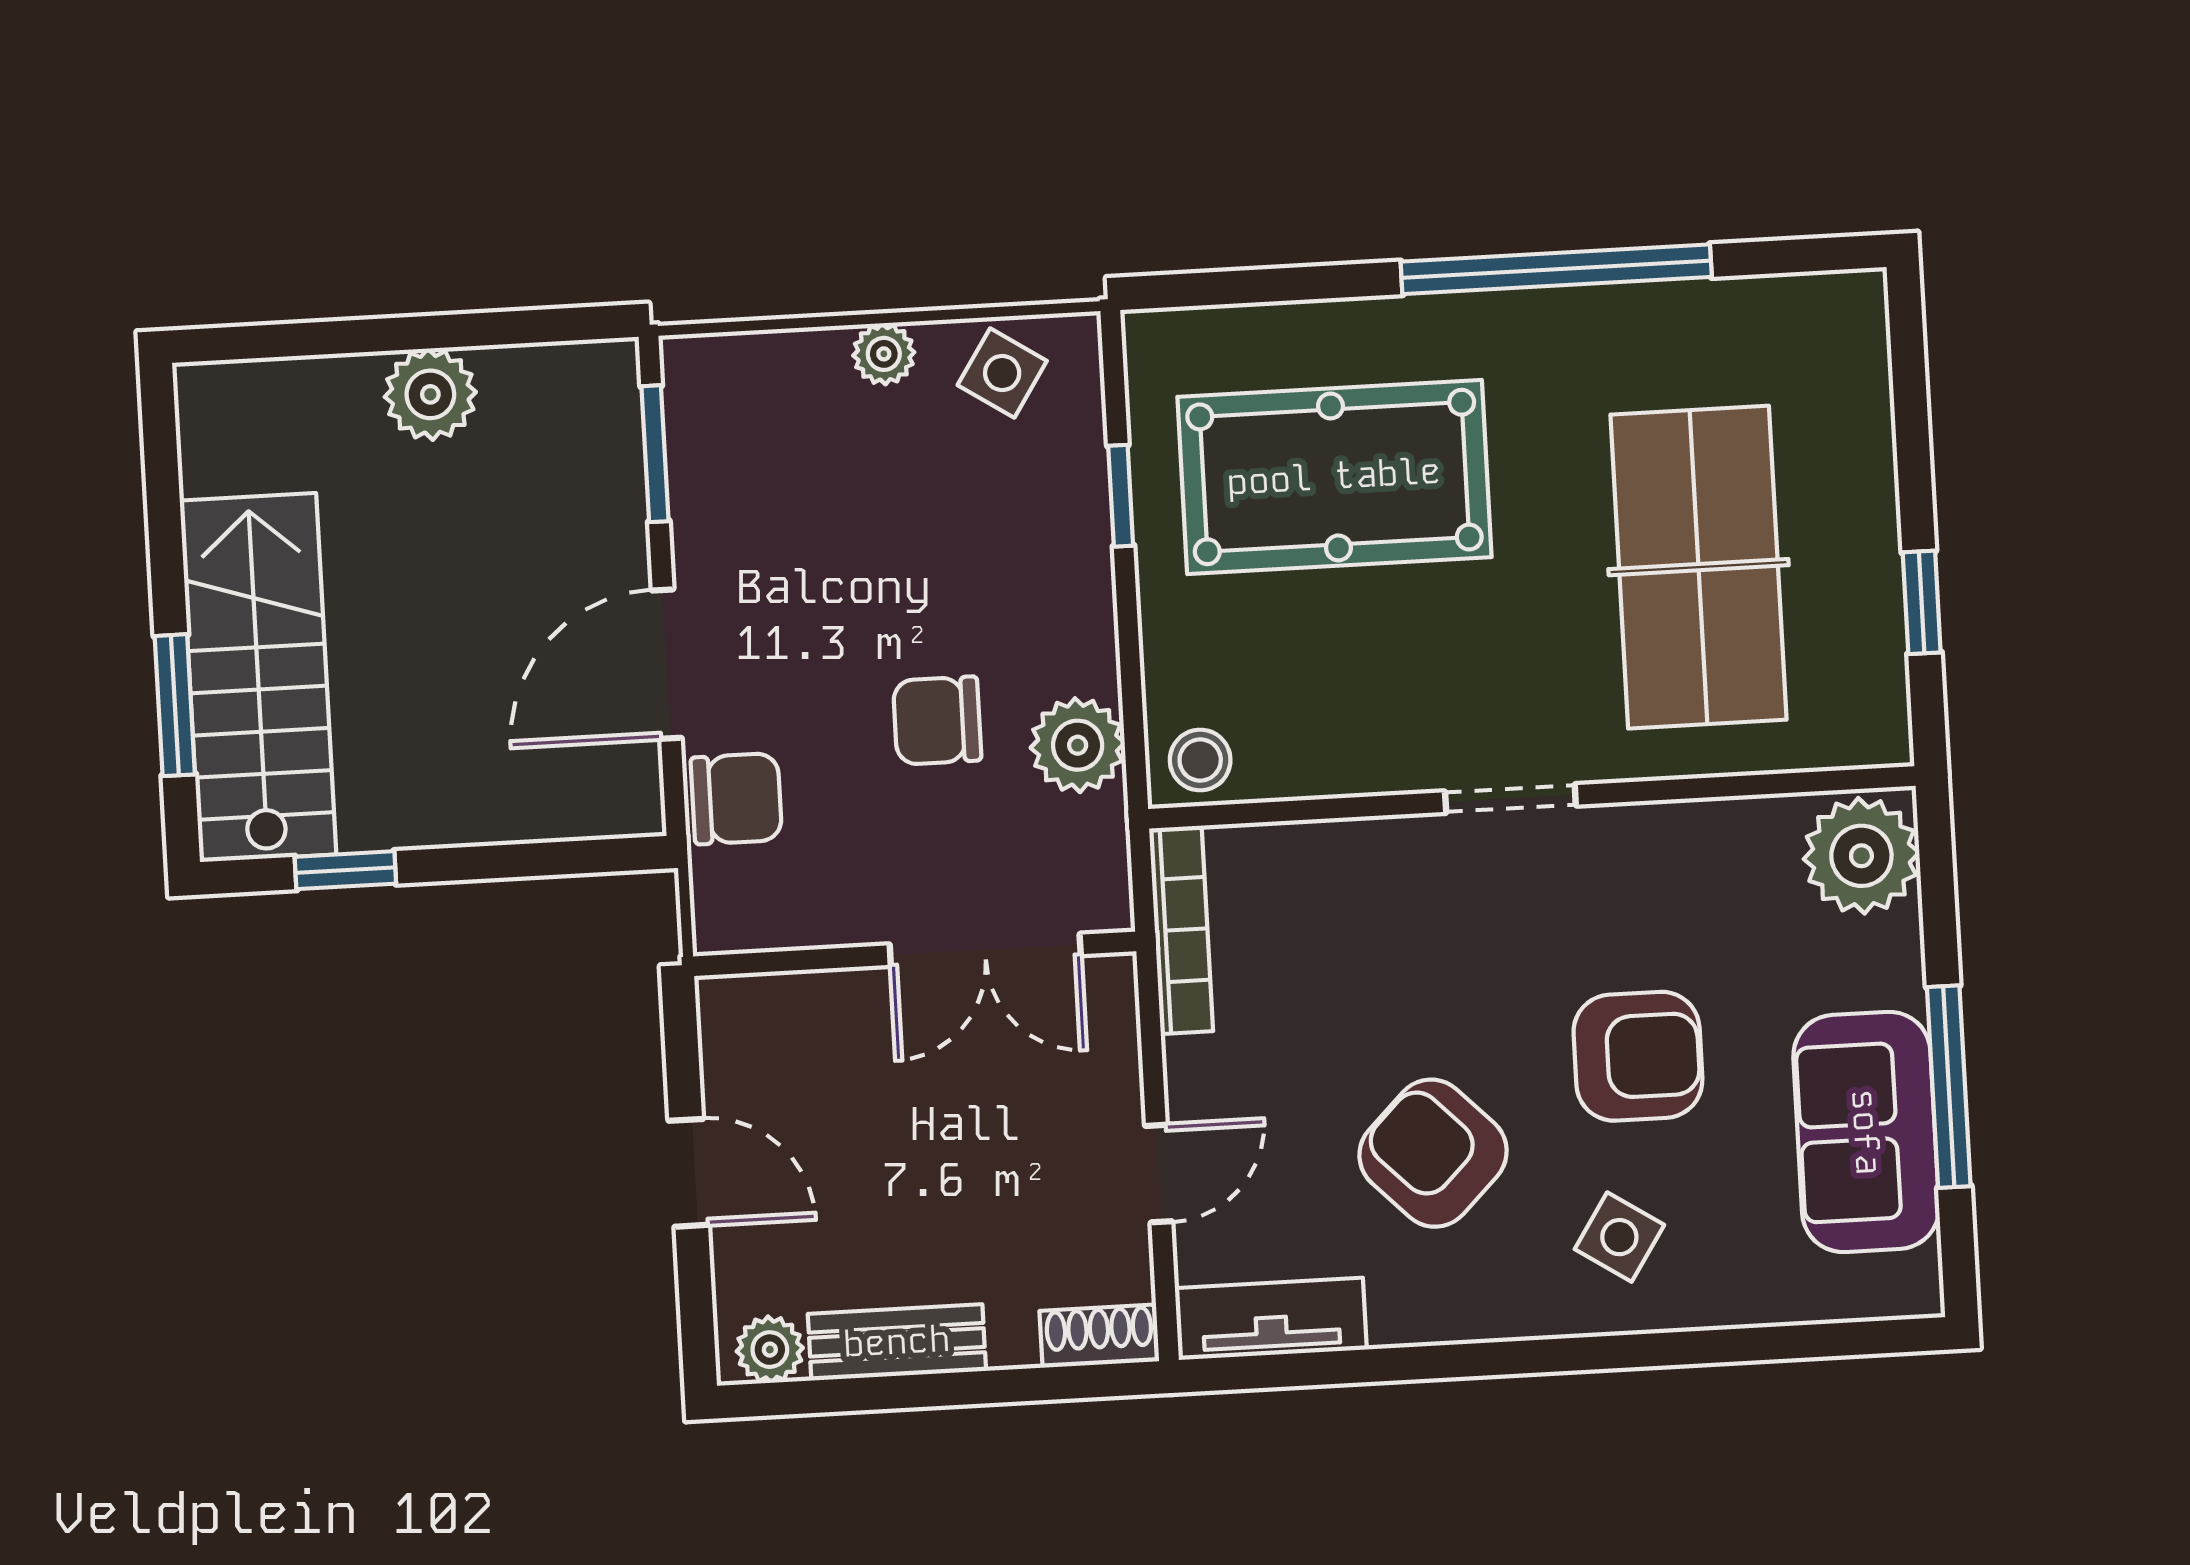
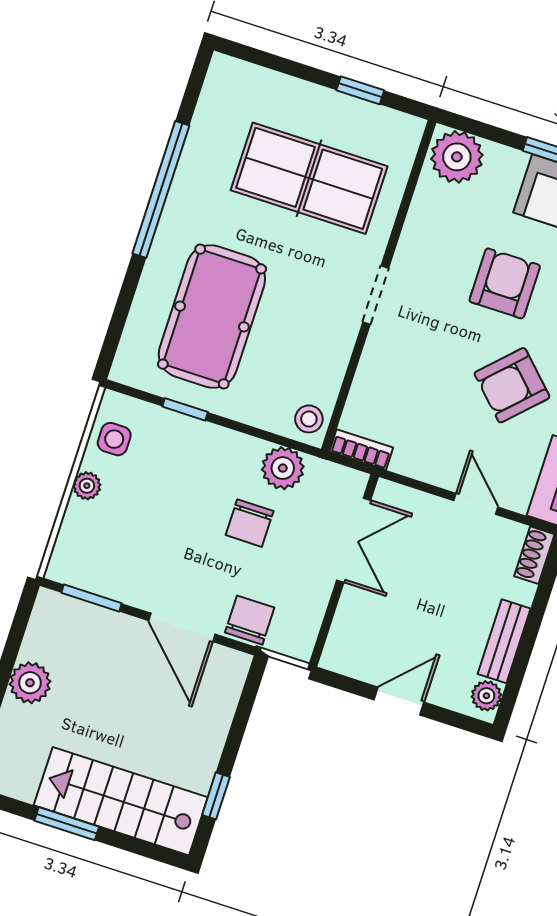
side table: (1002, 373) -> (114, 439), turned -33
window: (175, 705) -> (67, 824), moved
bookcase: (1181, 930) -> (361, 449), width x0.64

